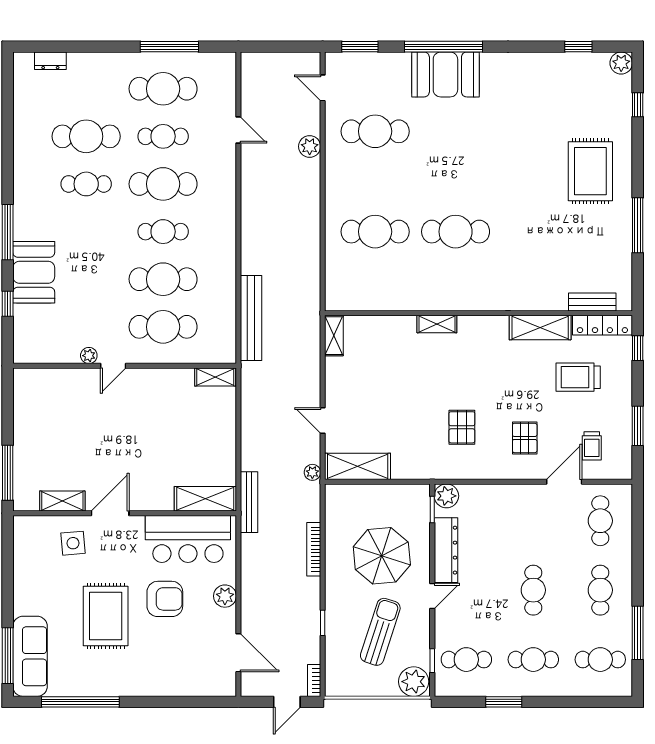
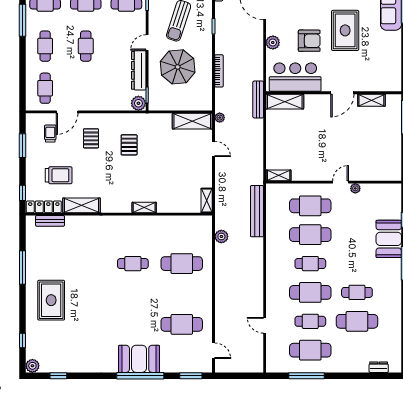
plant: (310, 146) -> (221, 236), moved
cafe table: (456, 232) -> (133, 264), width x0.73, depth x0.74
side table: (73, 543) -> (365, 75), removed
armchair: (165, 599) -> (309, 41), turned 180

